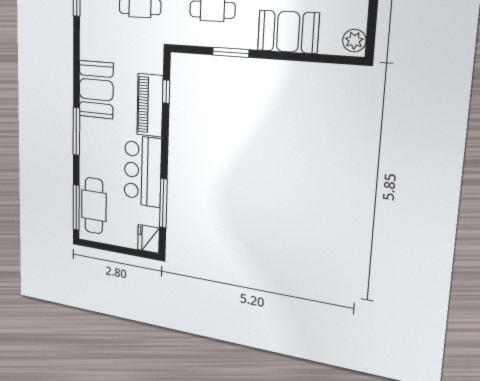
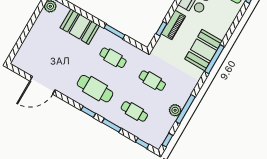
piano: (150, 105) -> (173, 25), width x0.73, depth x0.75
window: (76, 131) -> (214, 59), moved

